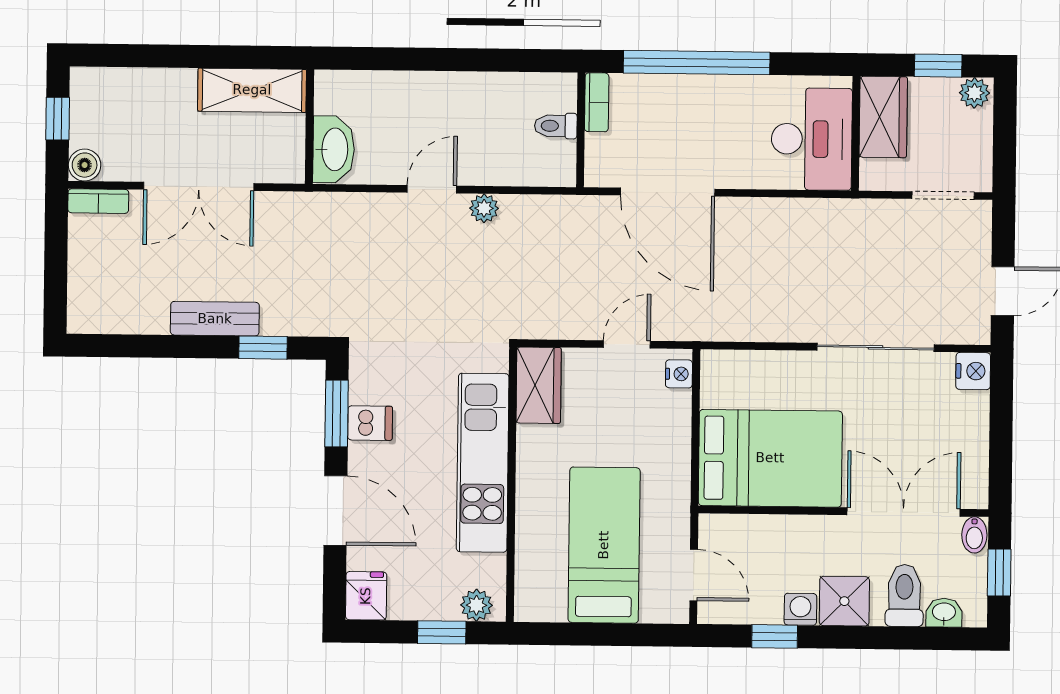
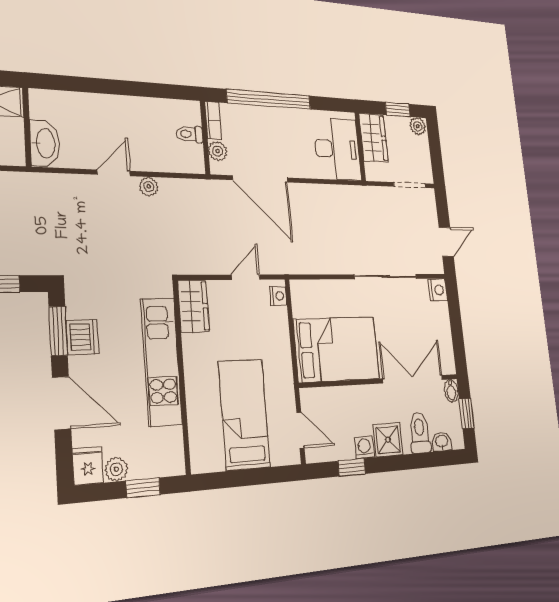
plant: (600, 150) -> (218, 151), added
dishwasher: (370, 423) -> (82, 337), width x1.38
plant: (476, 605) -> (116, 469), moved

